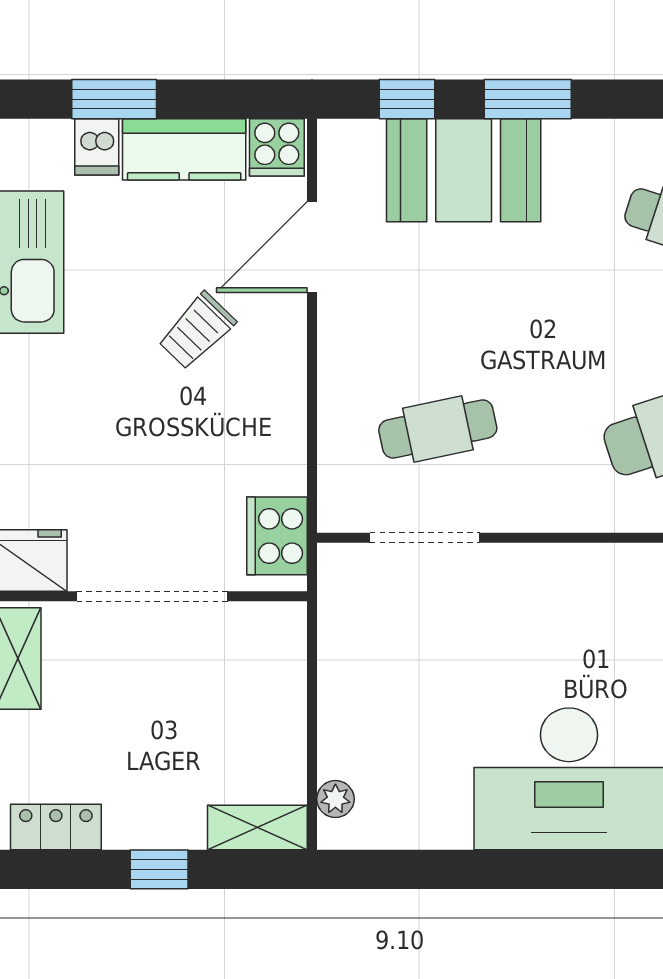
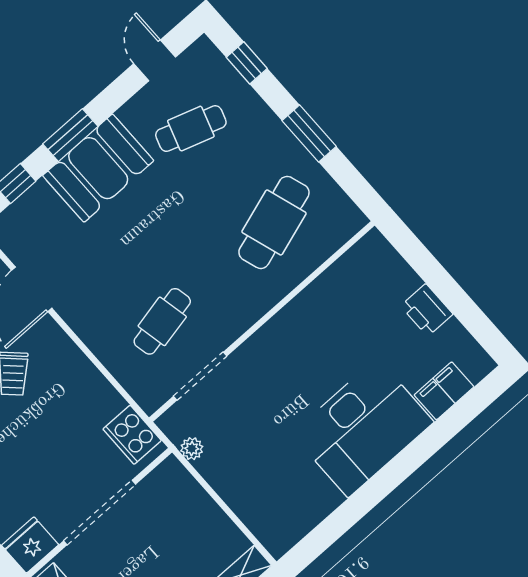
booth: (464, 170) -> (98, 168), moved
plant: (335, 799) -> (192, 449), moved

